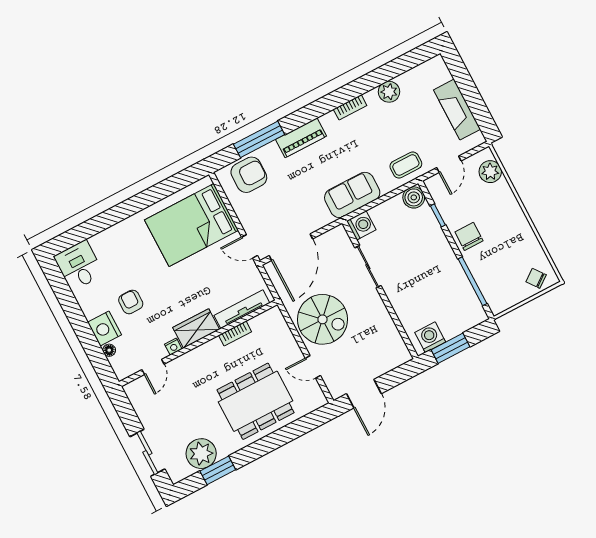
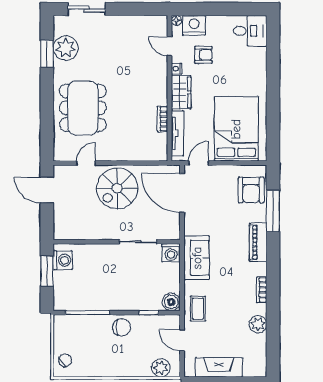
tv unit: (242, 309) -> (178, 133), moved
wardrobe: (196, 328) -> (181, 92), moved
bookcase: (235, 333) -> (162, 119), moved
wall: (198, 343) -> (169, 88), moved
nightstand: (173, 347) -> (177, 69), moved
door: (153, 367) -> (169, 46), moved

